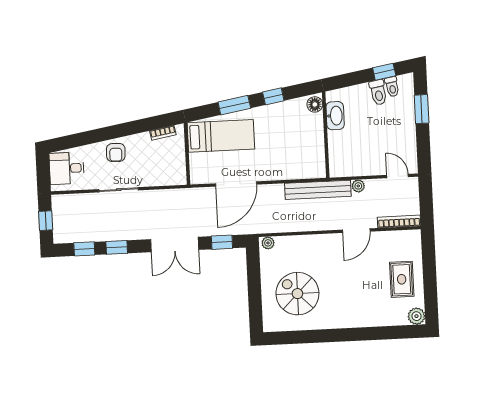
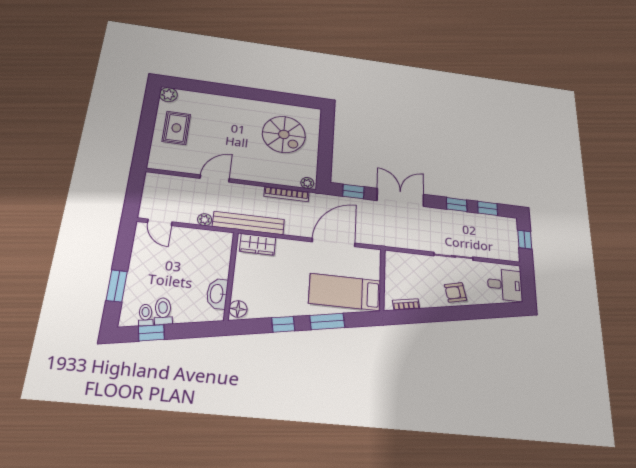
armchair: (116, 152) -> (455, 292), turned -105
wardrobe: (306, 170) -> (258, 244), added
bookcase: (399, 221) -> (286, 194), moved

